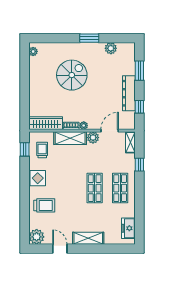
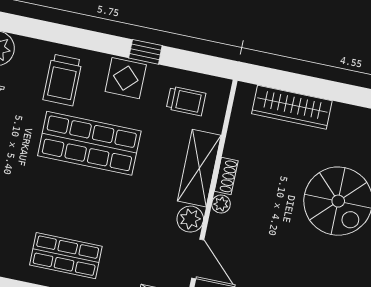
wardrobe: (46, 123) -> (292, 107), moved, turned 90
window: (25, 149) -> (145, 52), moved
shop shelf: (95, 188) -> (89, 143), moved, width x1.43, depth x1.36

